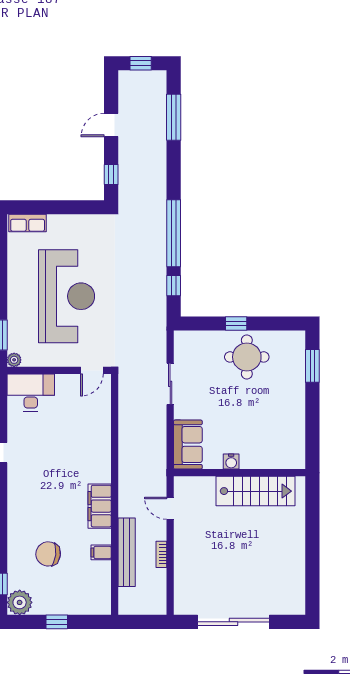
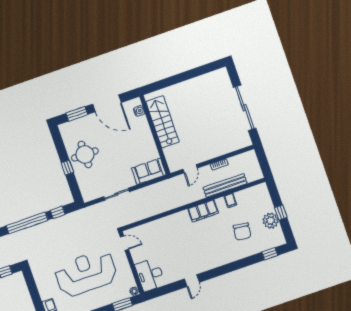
door: (312, 417) -> (107, 103), added
water cooler: (231, 462) -> (139, 111), moved
plant: (20, 602) -> (271, 221), moved

